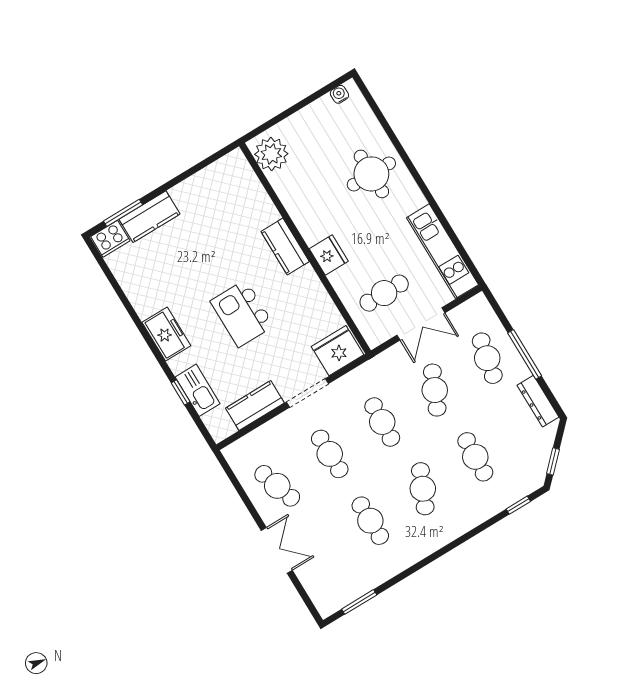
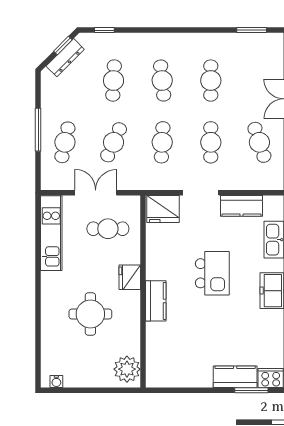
round table: (371, 174) -> (90, 314), moved
dresser: (538, 401) -> (65, 58), moved, turned 45
cafe table: (423, 489) -> (162, 81), turned -30

